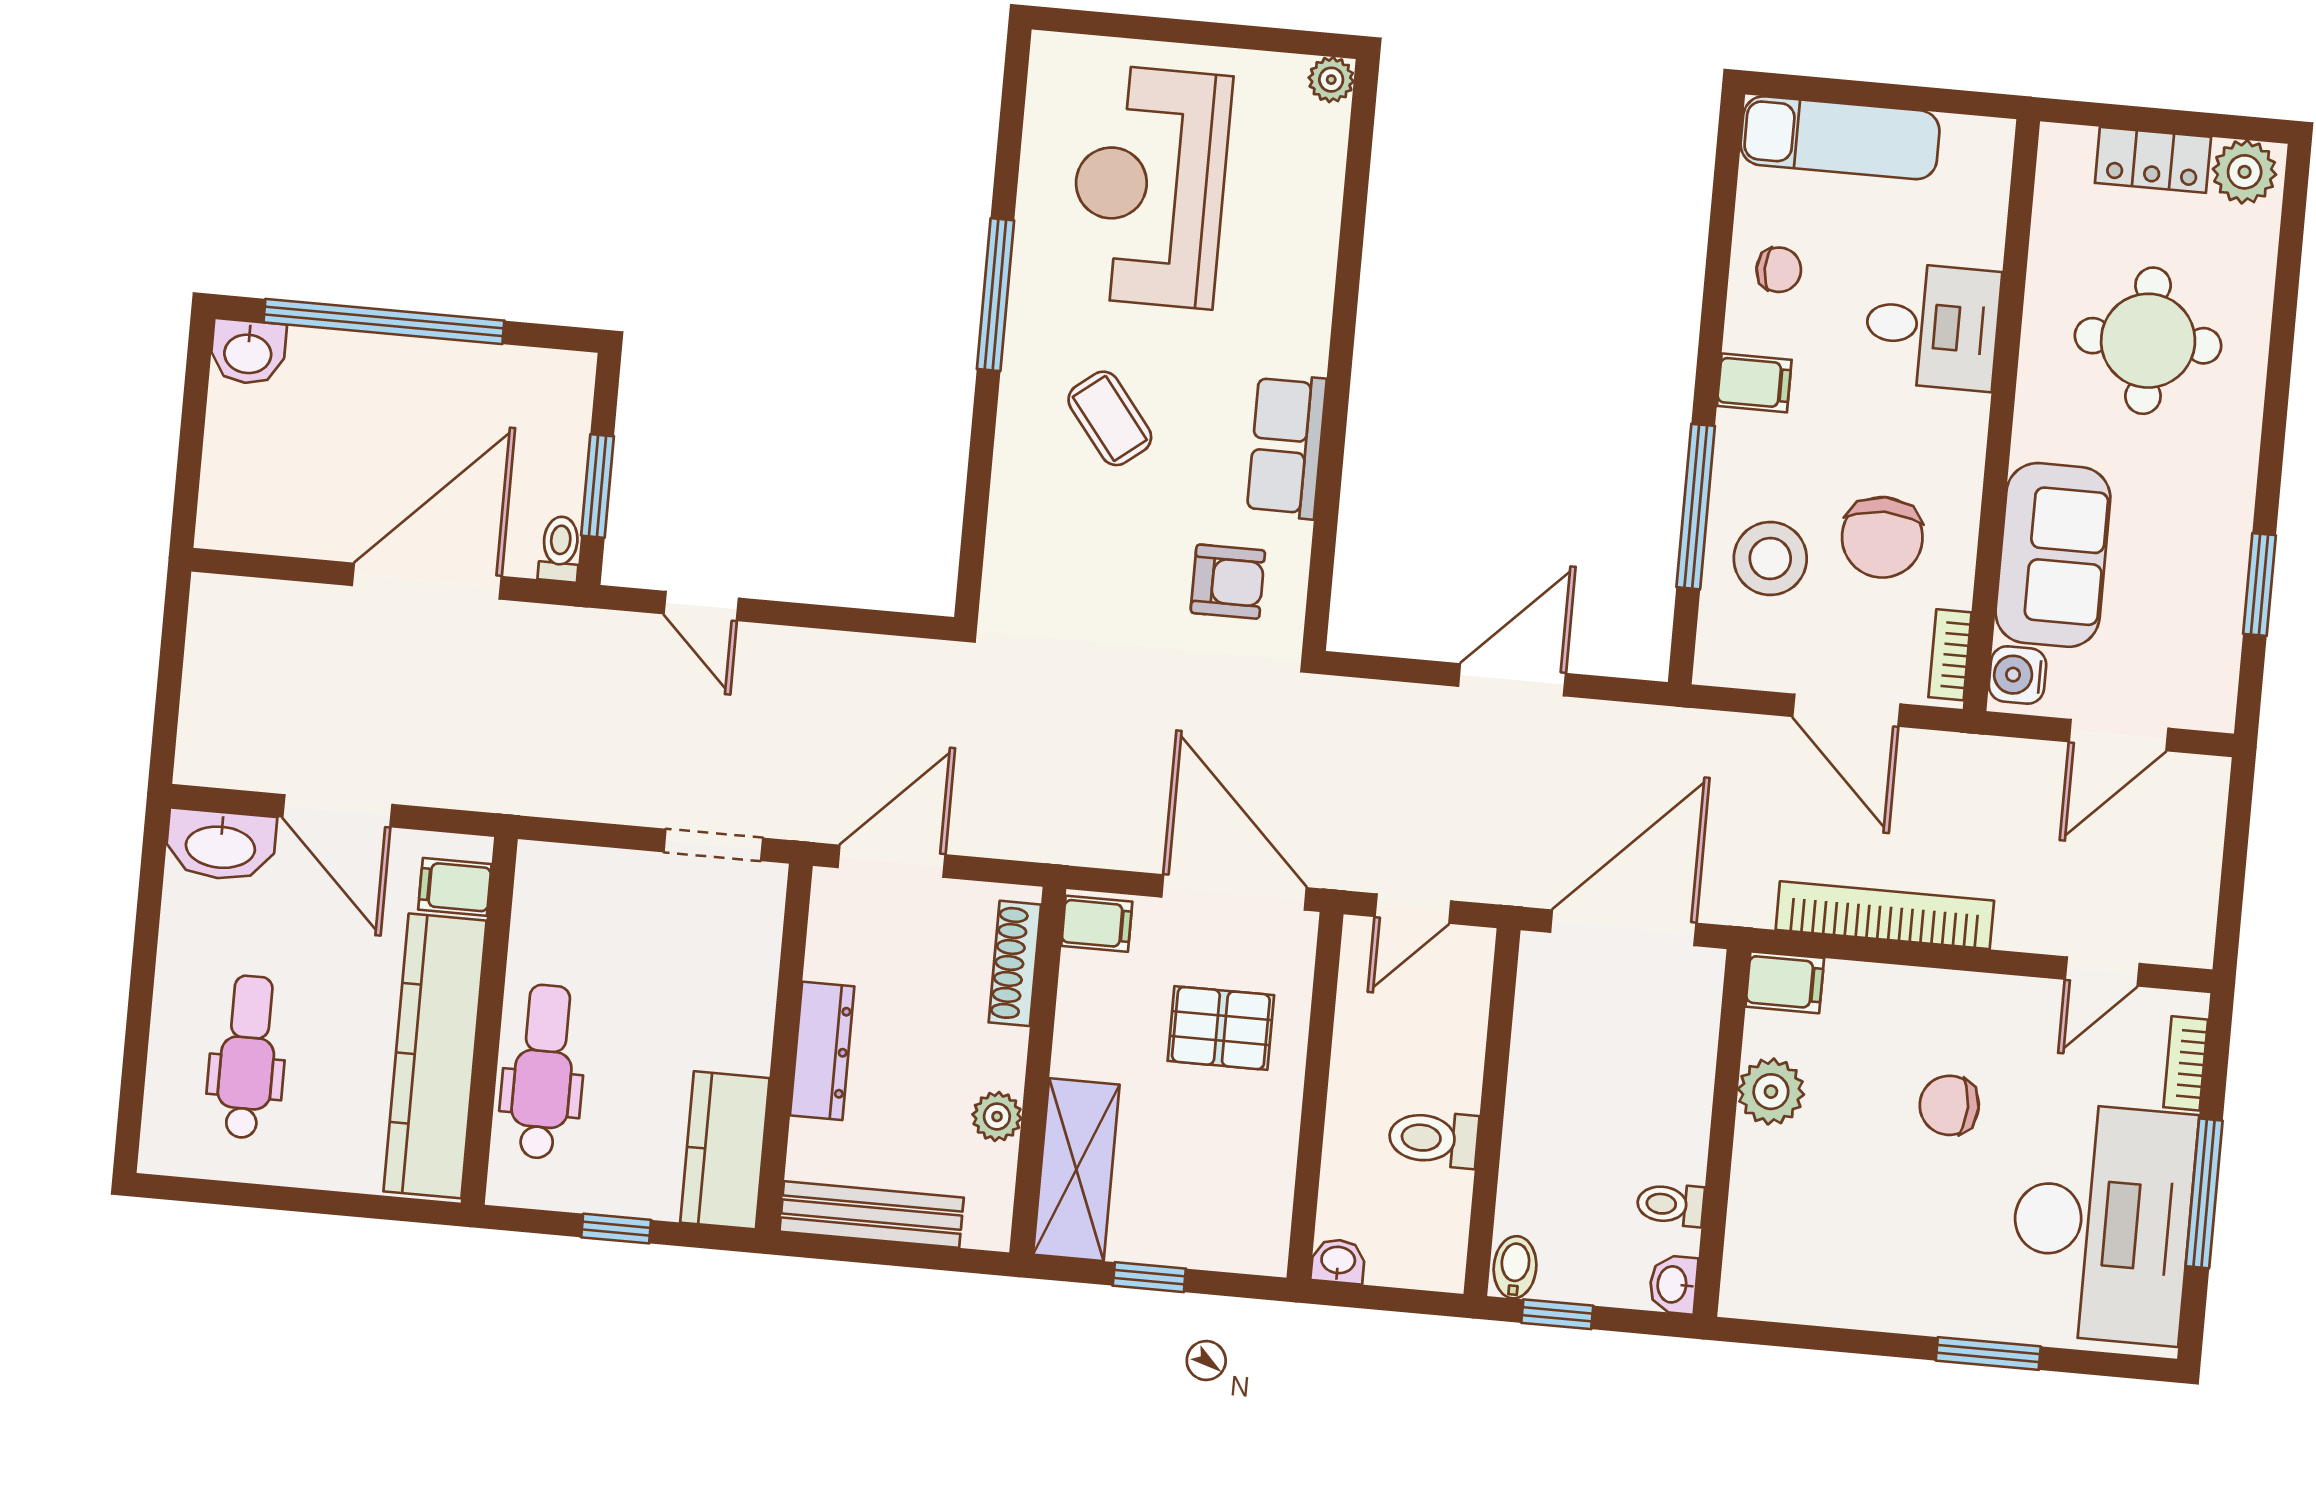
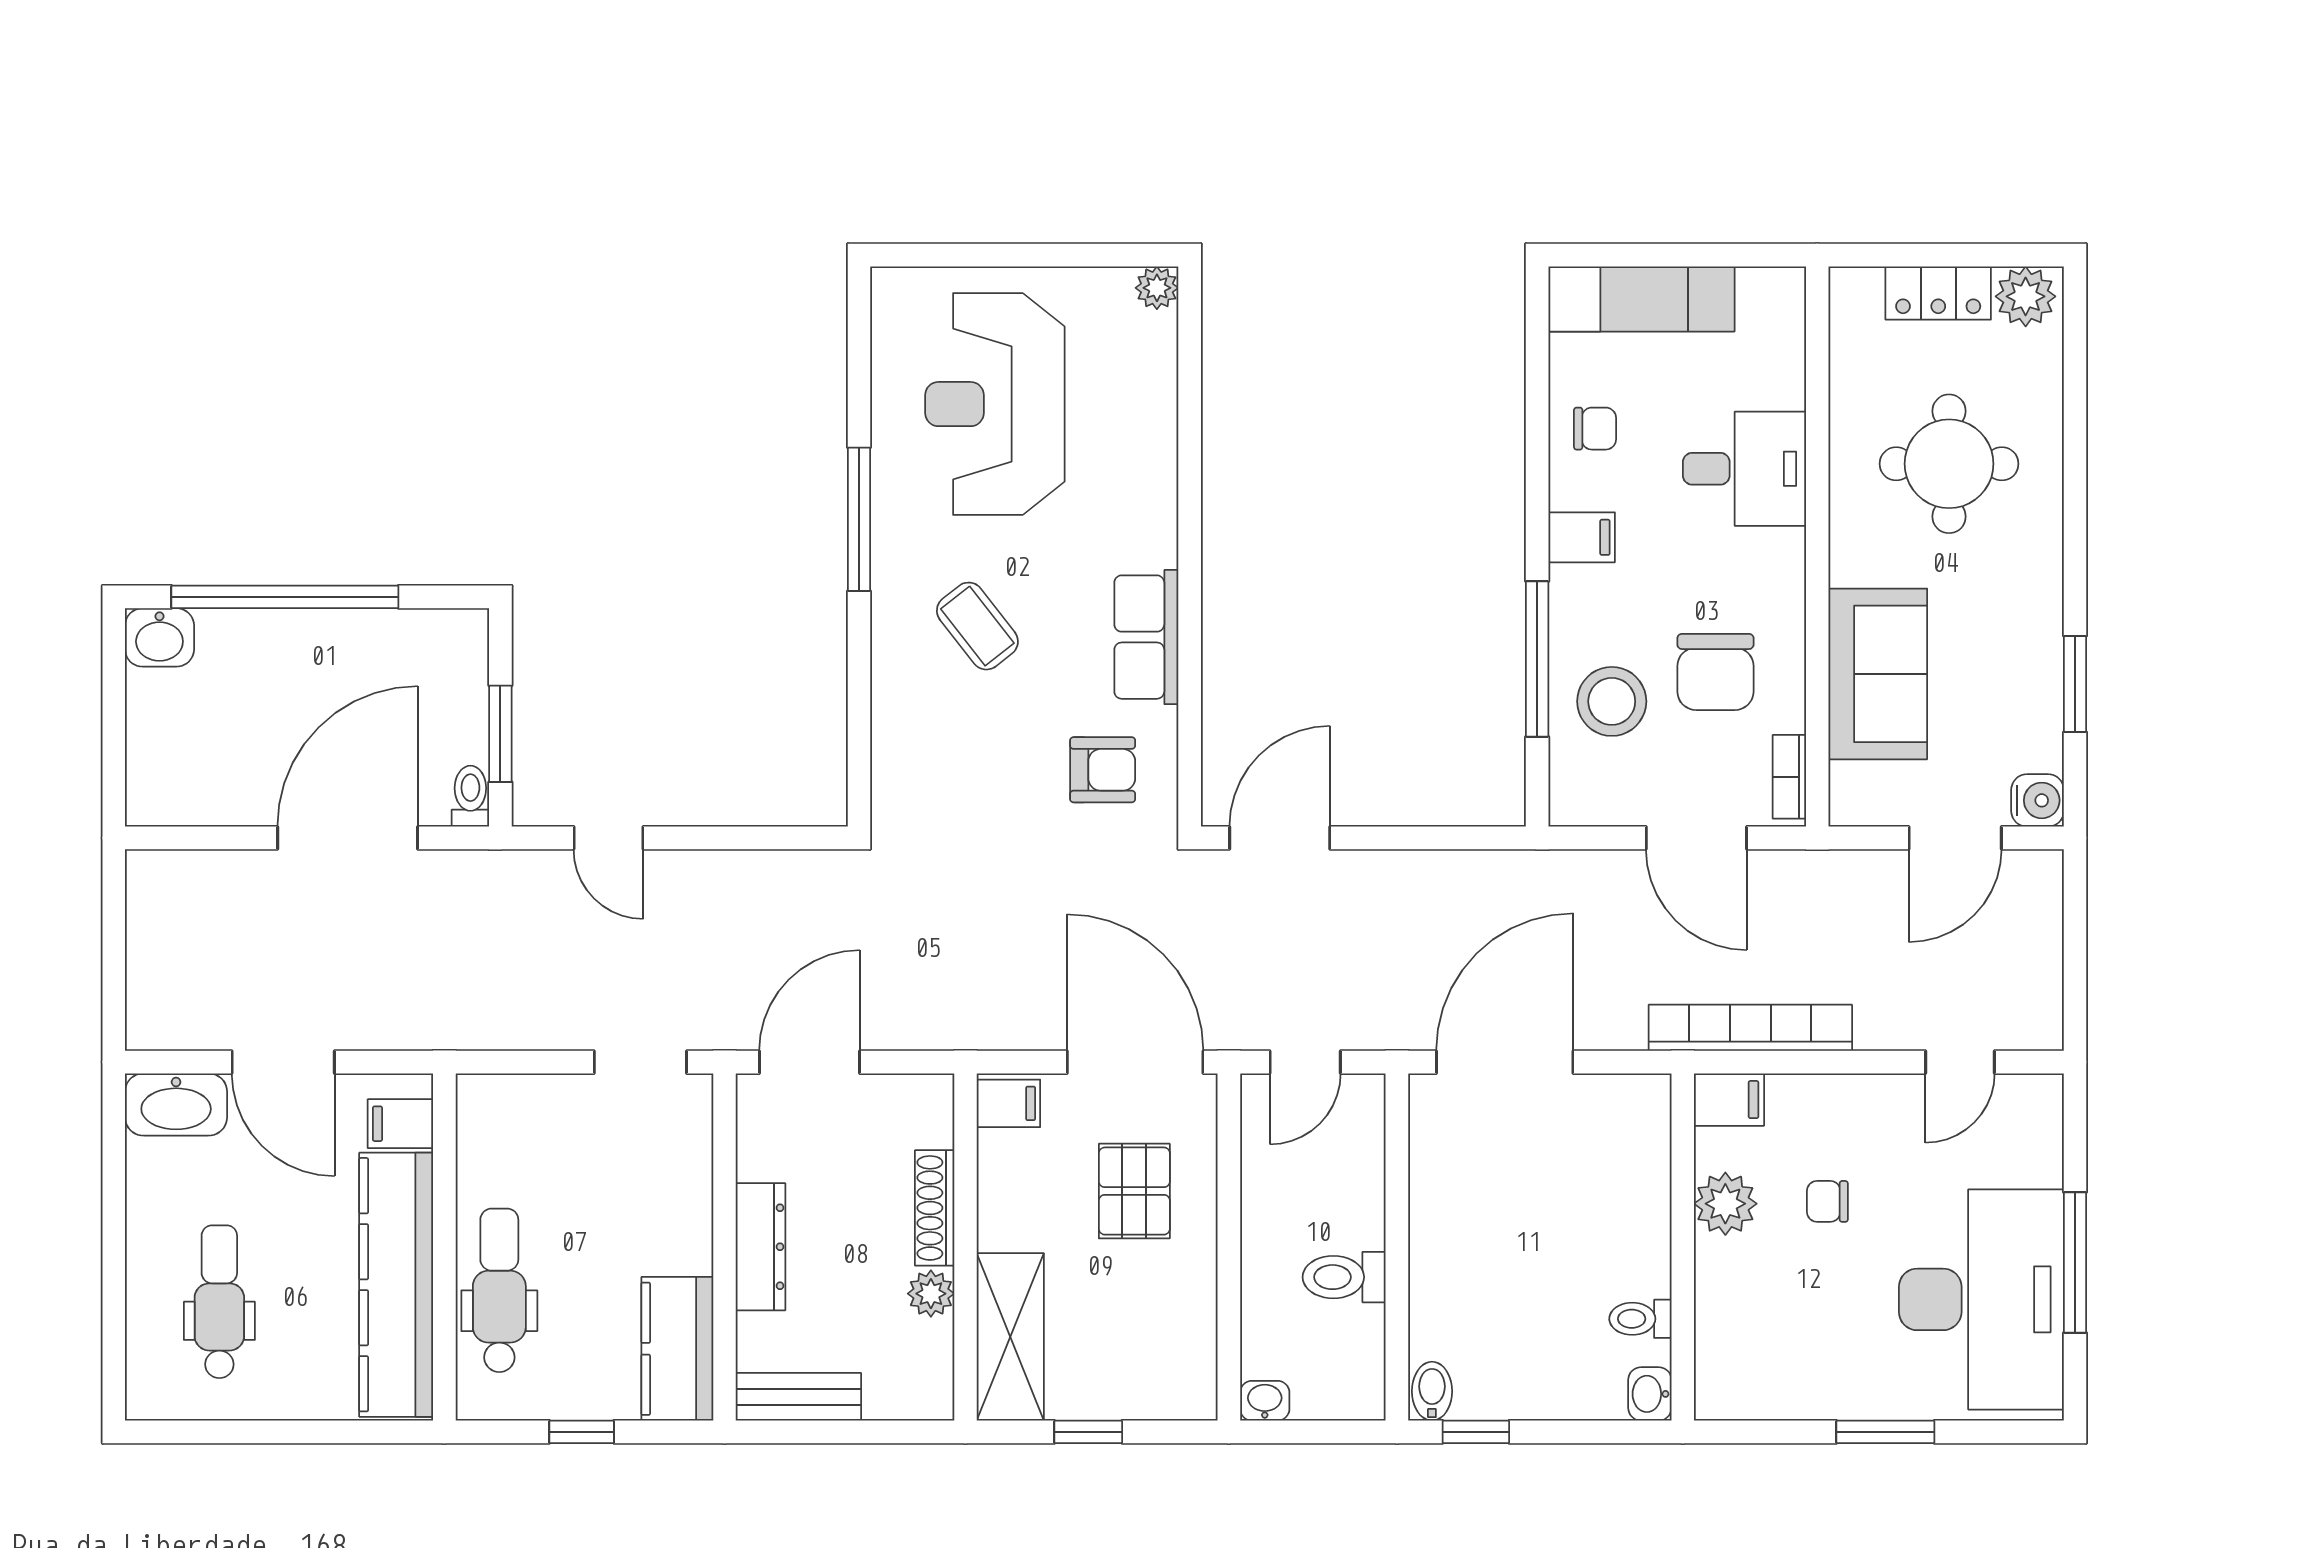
water cooler: (2017, 675) -> (2038, 800), moved, turned 180
door: (1512, 680) -> (1280, 838), moved
shoe rack: (1015, 963) -> (935, 1208), moved
filing cabinet: (1785, 982) -> (1729, 1100), moved
pallet: (1221, 1028) -> (1134, 1191), turned 90
bookcase: (2186, 1063) -> (2047, 1142), removed
plant: (1771, 1092) -> (1725, 1204), moved
chair: (1949, 1105) -> (1827, 1201), width x0.73, depth x0.73
wall: (1722, 1133) -> (1683, 1247), moved
toilet: (1671, 1205) -> (1640, 1319), moved
bench: (872, 1215) -> (798, 1397), width x0.73
washbasin: (1673, 1285) -> (1650, 1394), moved

